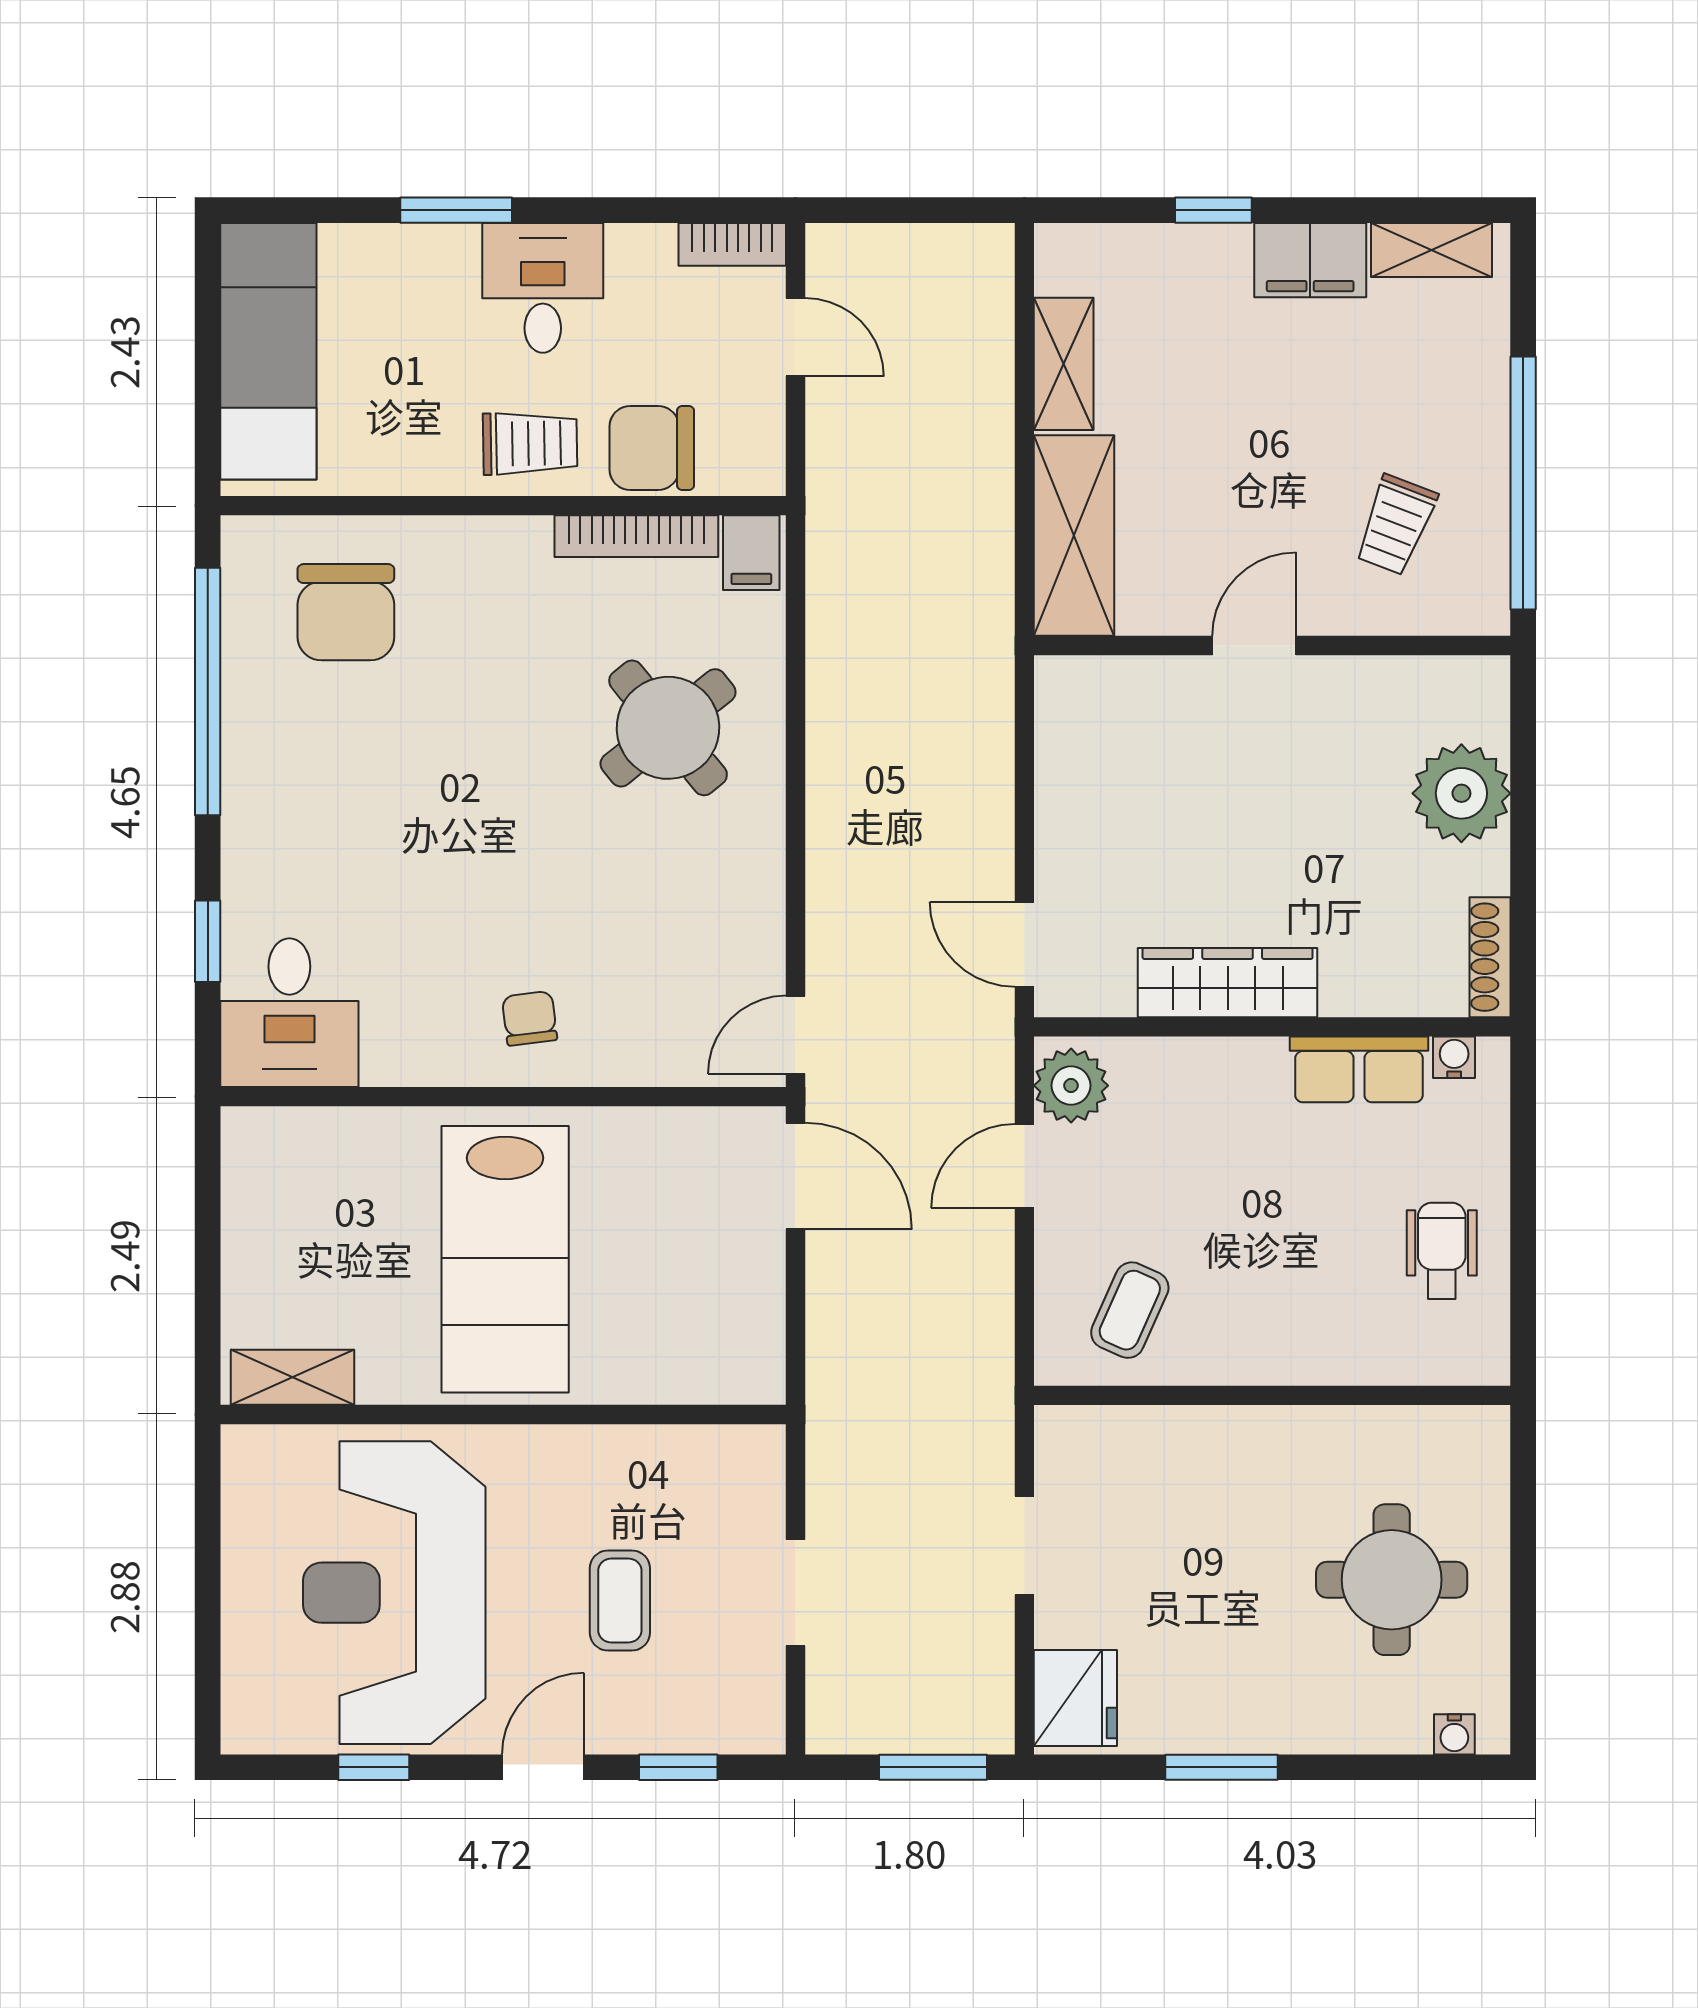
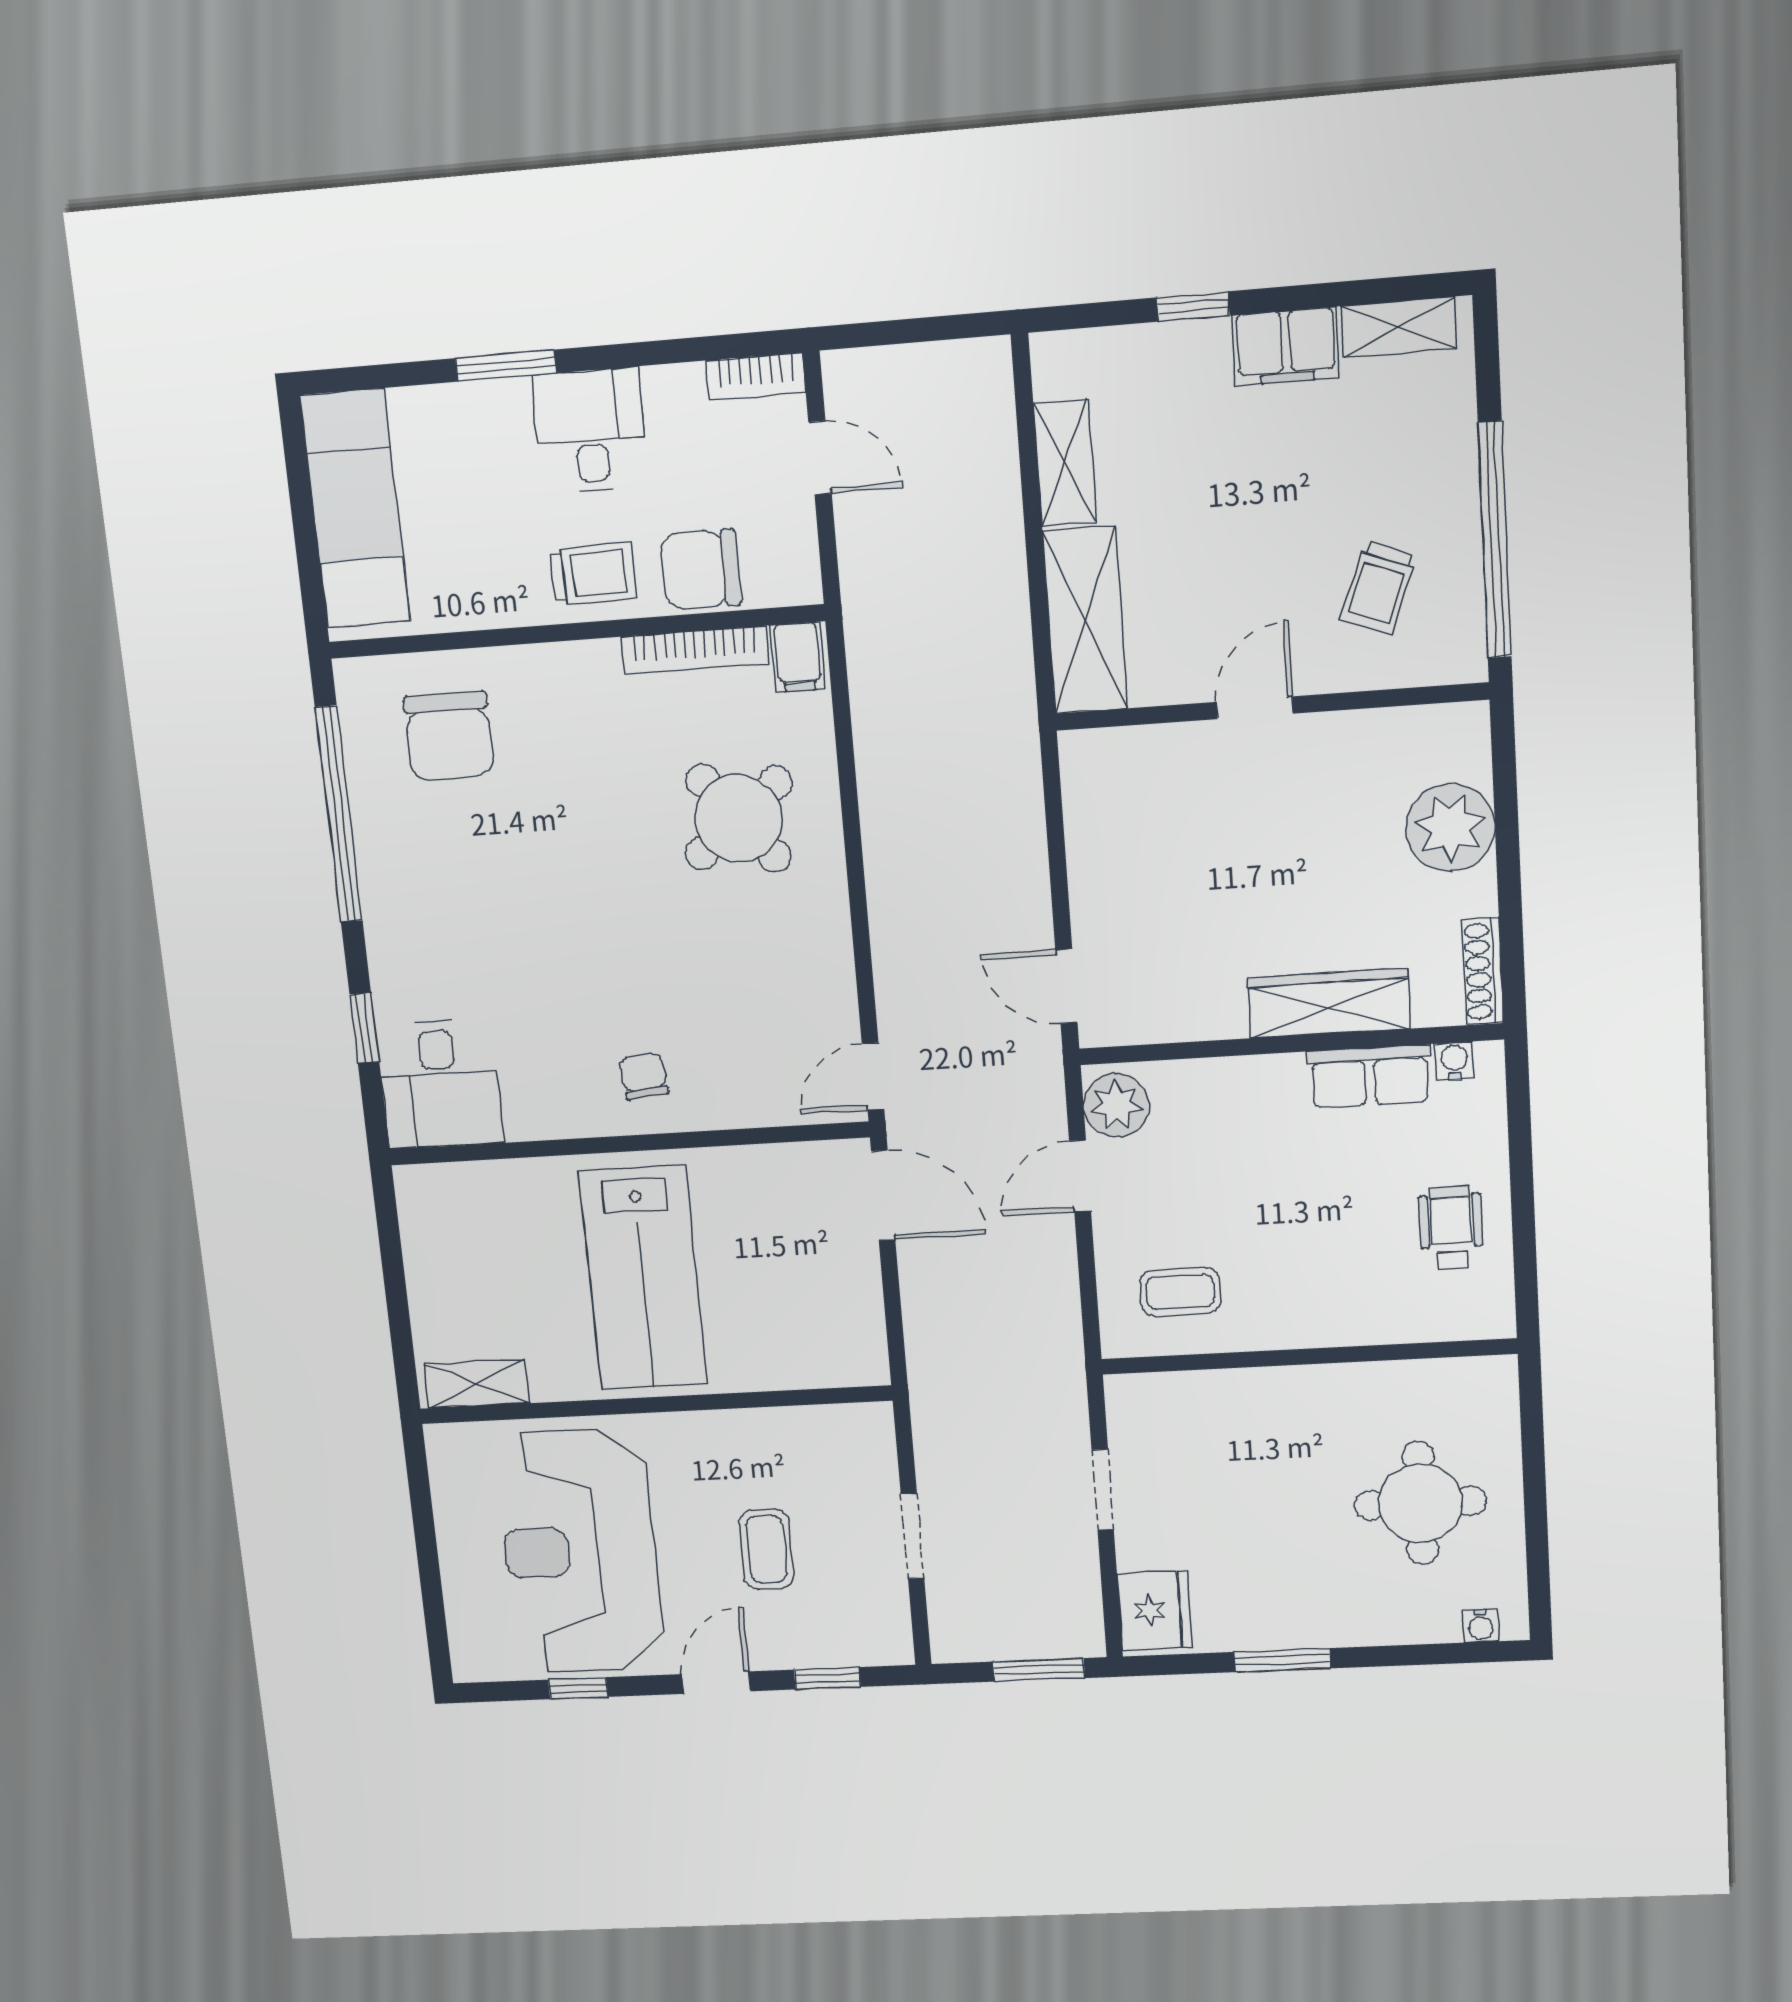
wardrobe: (1228, 983) -> (1329, 1003), moved
coffee table: (1130, 1310) -> (1180, 1292), turned 66

